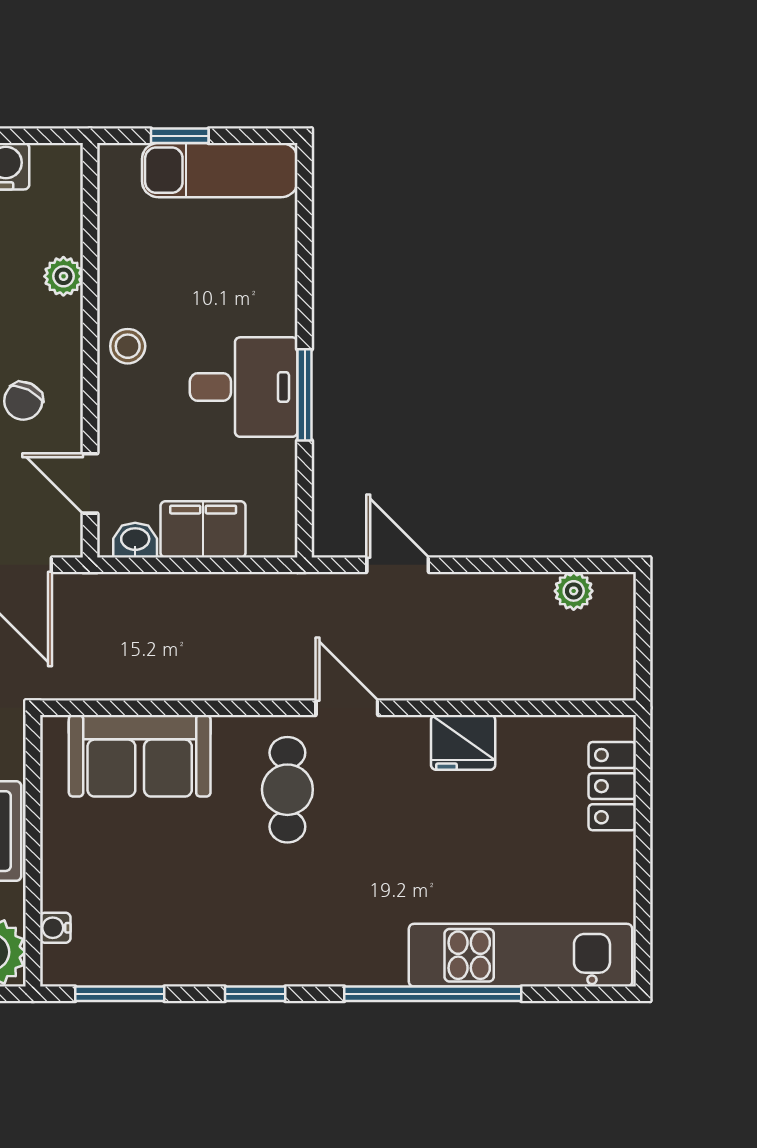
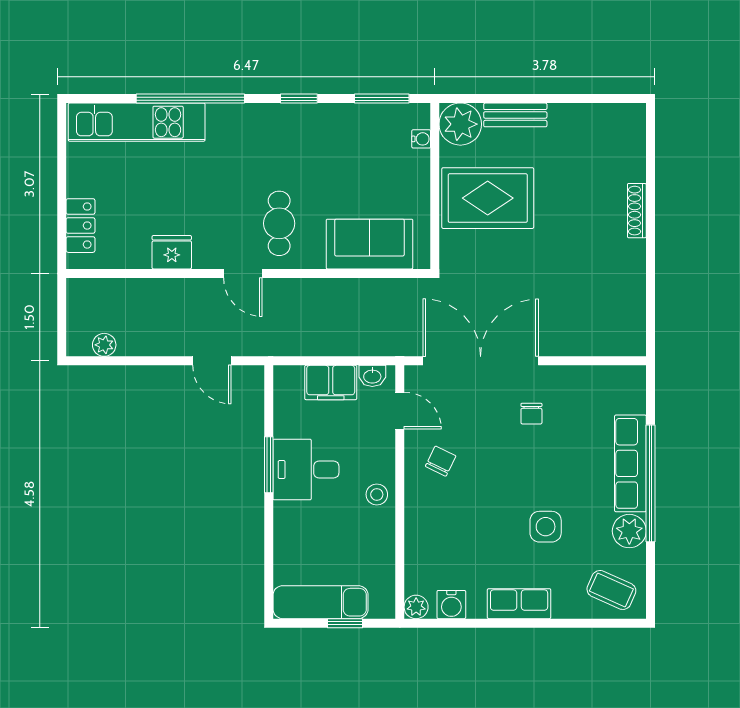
plant: (63, 276) -> (416, 607), moved

